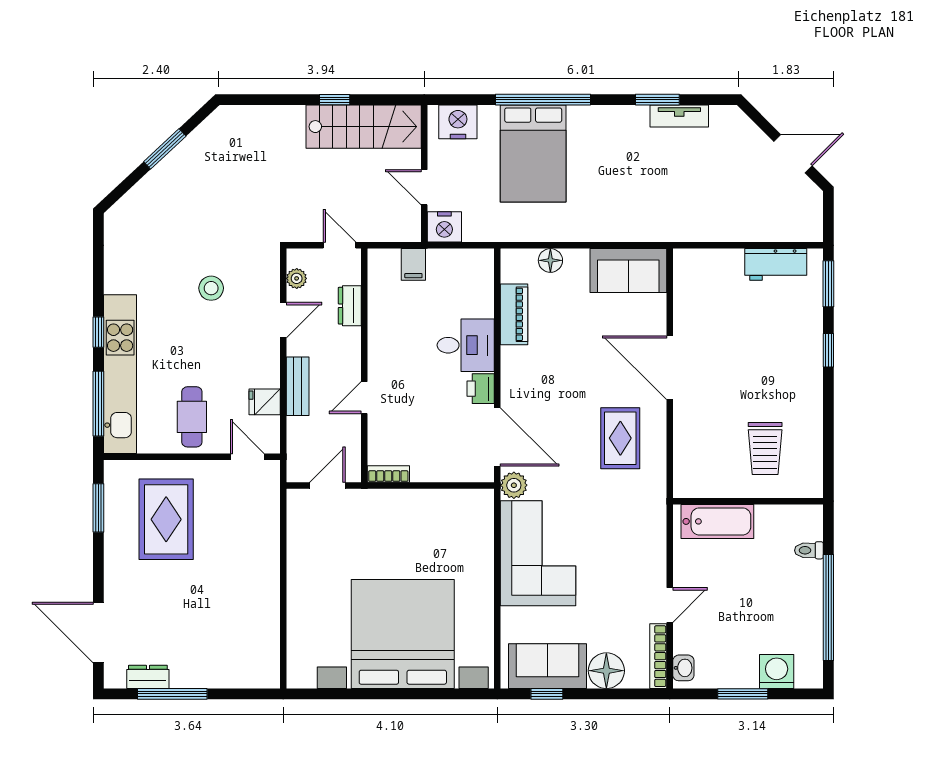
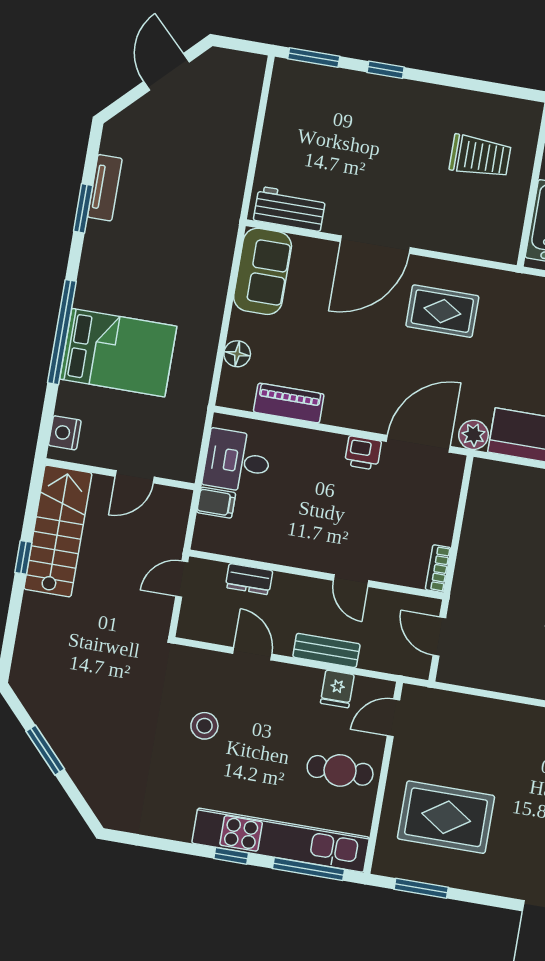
nightstand: (458, 122) -> (65, 433), width x0.74, depth x0.75
nightstand: (444, 227) -> (181, 462), removed
workbench: (776, 264) -> (290, 209), moved, turned -90
plant: (297, 278) -> (210, 632), removed
desk: (466, 345) -> (237, 461), moved, turned -90

